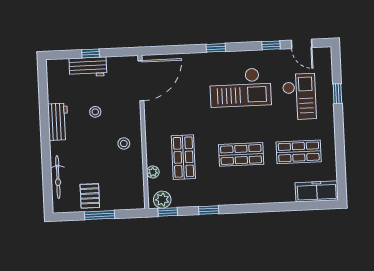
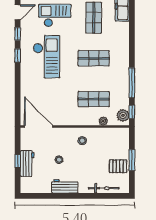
window: (216, 48) -> (18, 56), moved
shop shelf: (241, 154) -> (94, 58), turned 90
window: (209, 210) -> (132, 83), width x2.17

